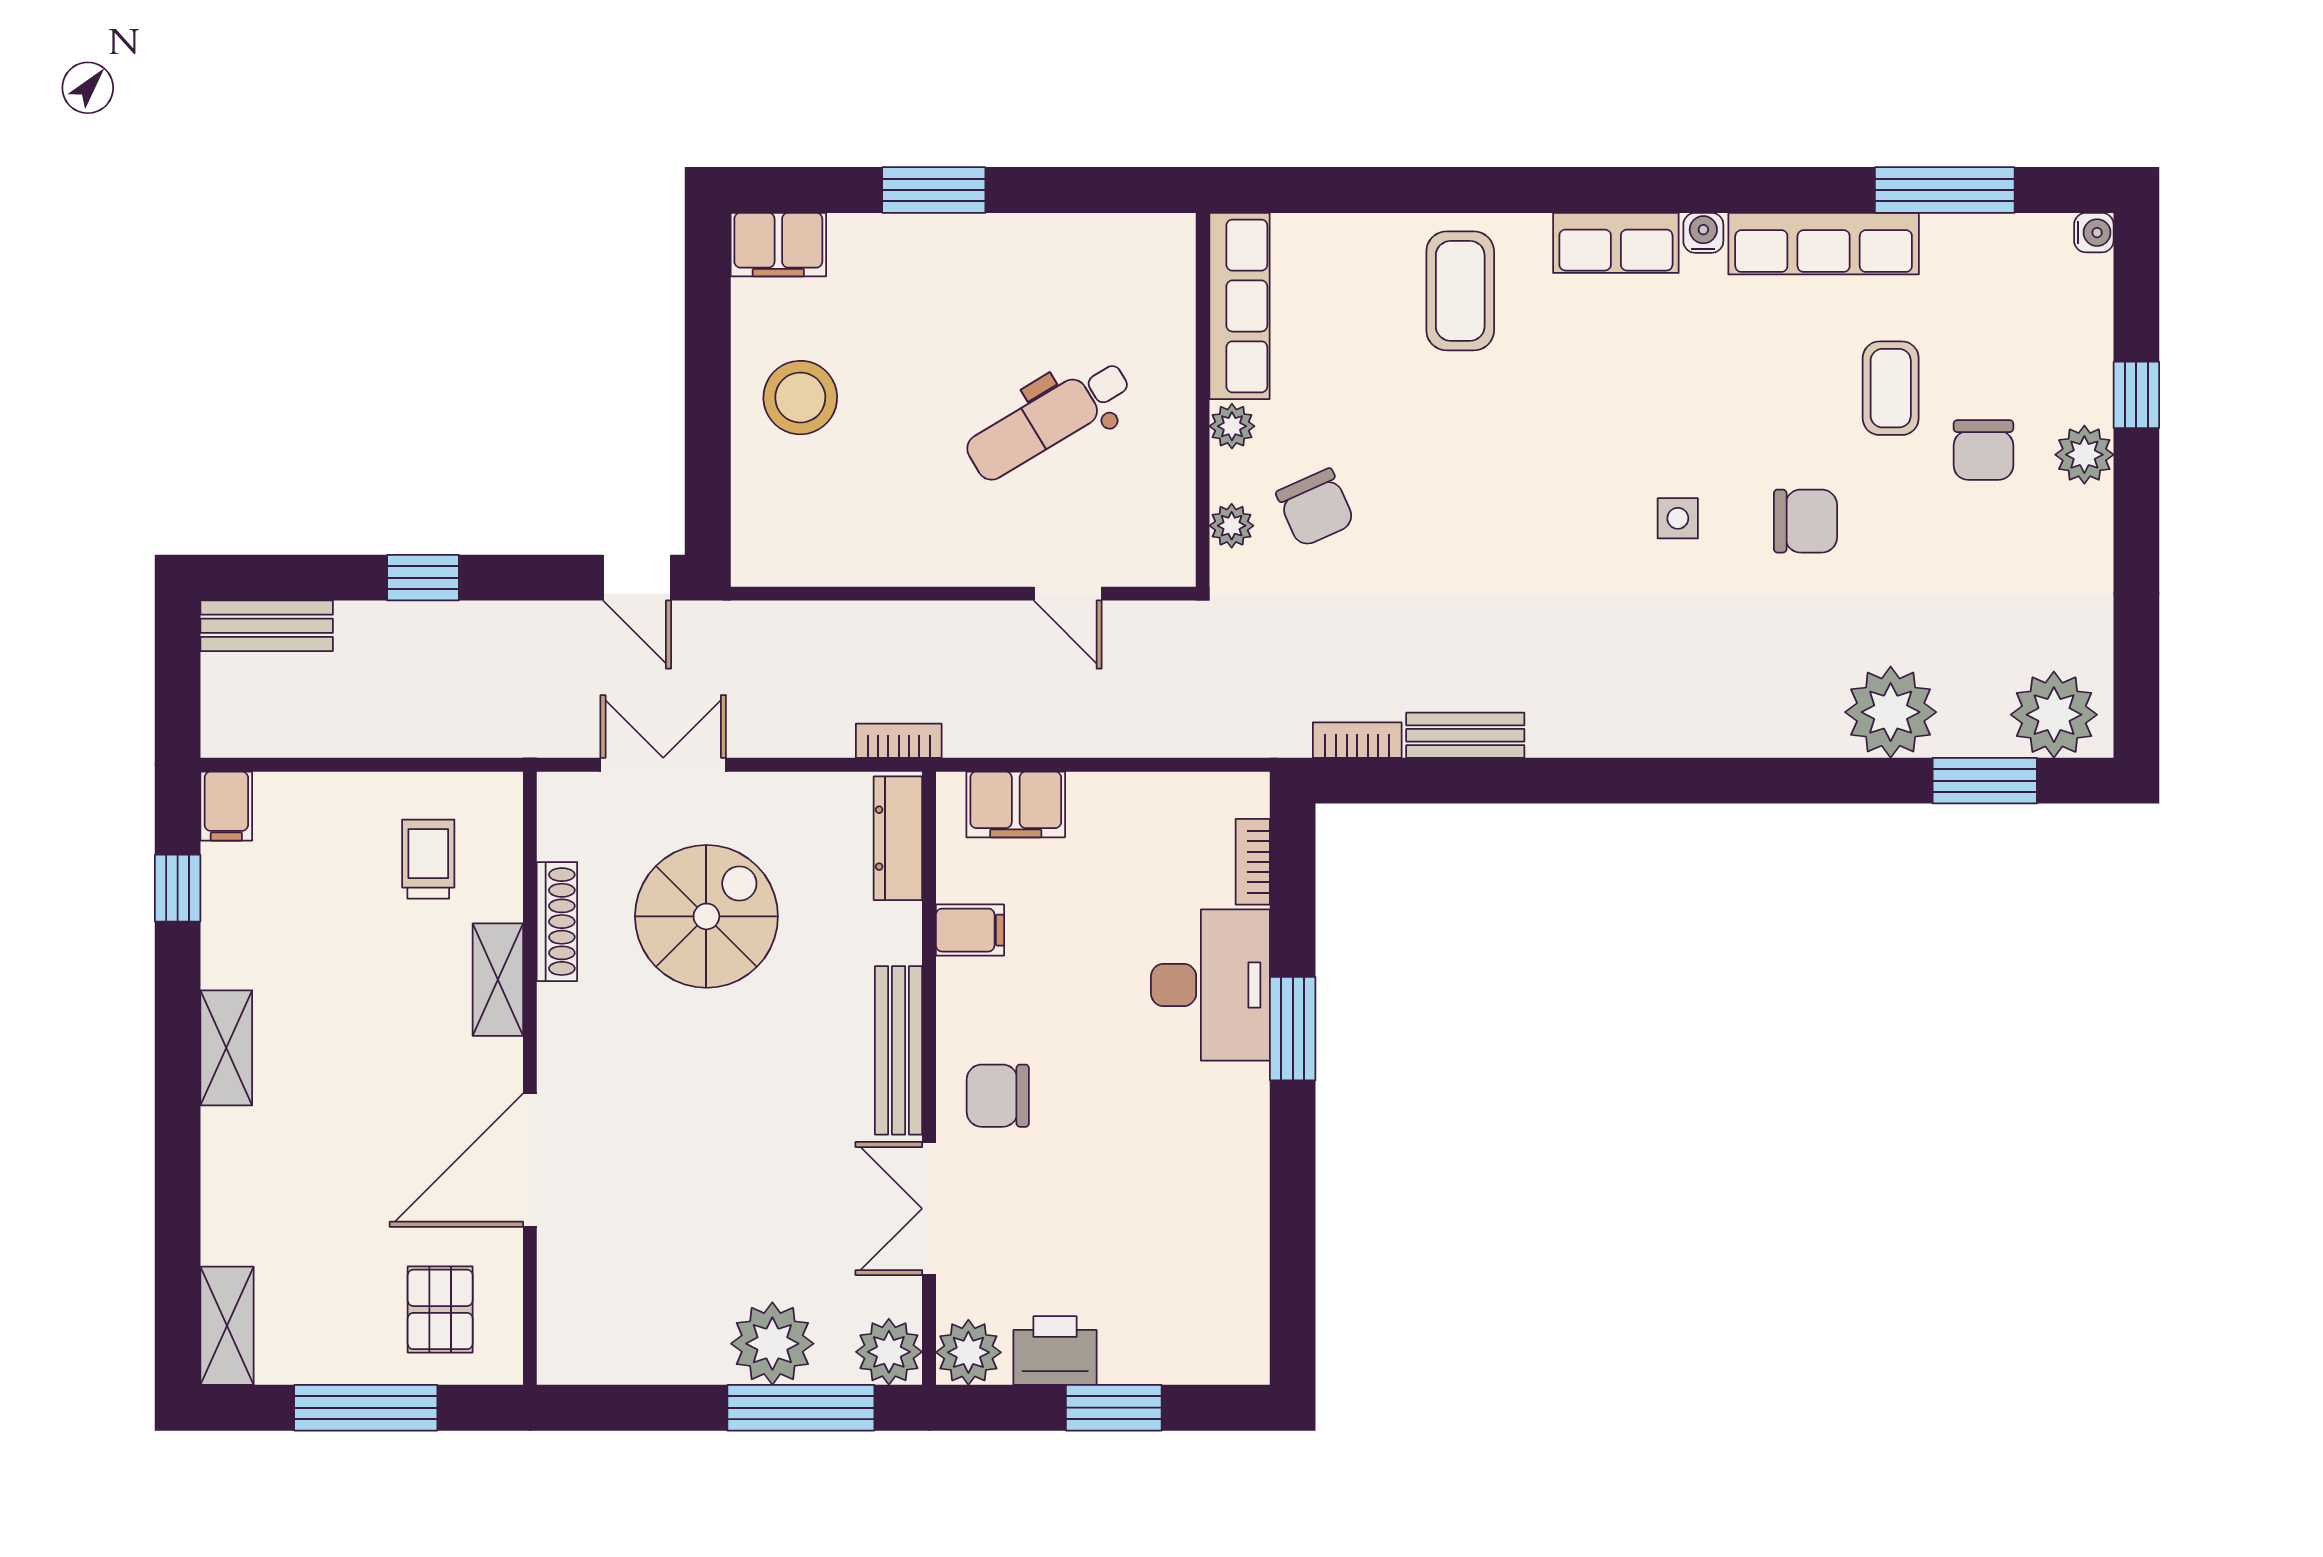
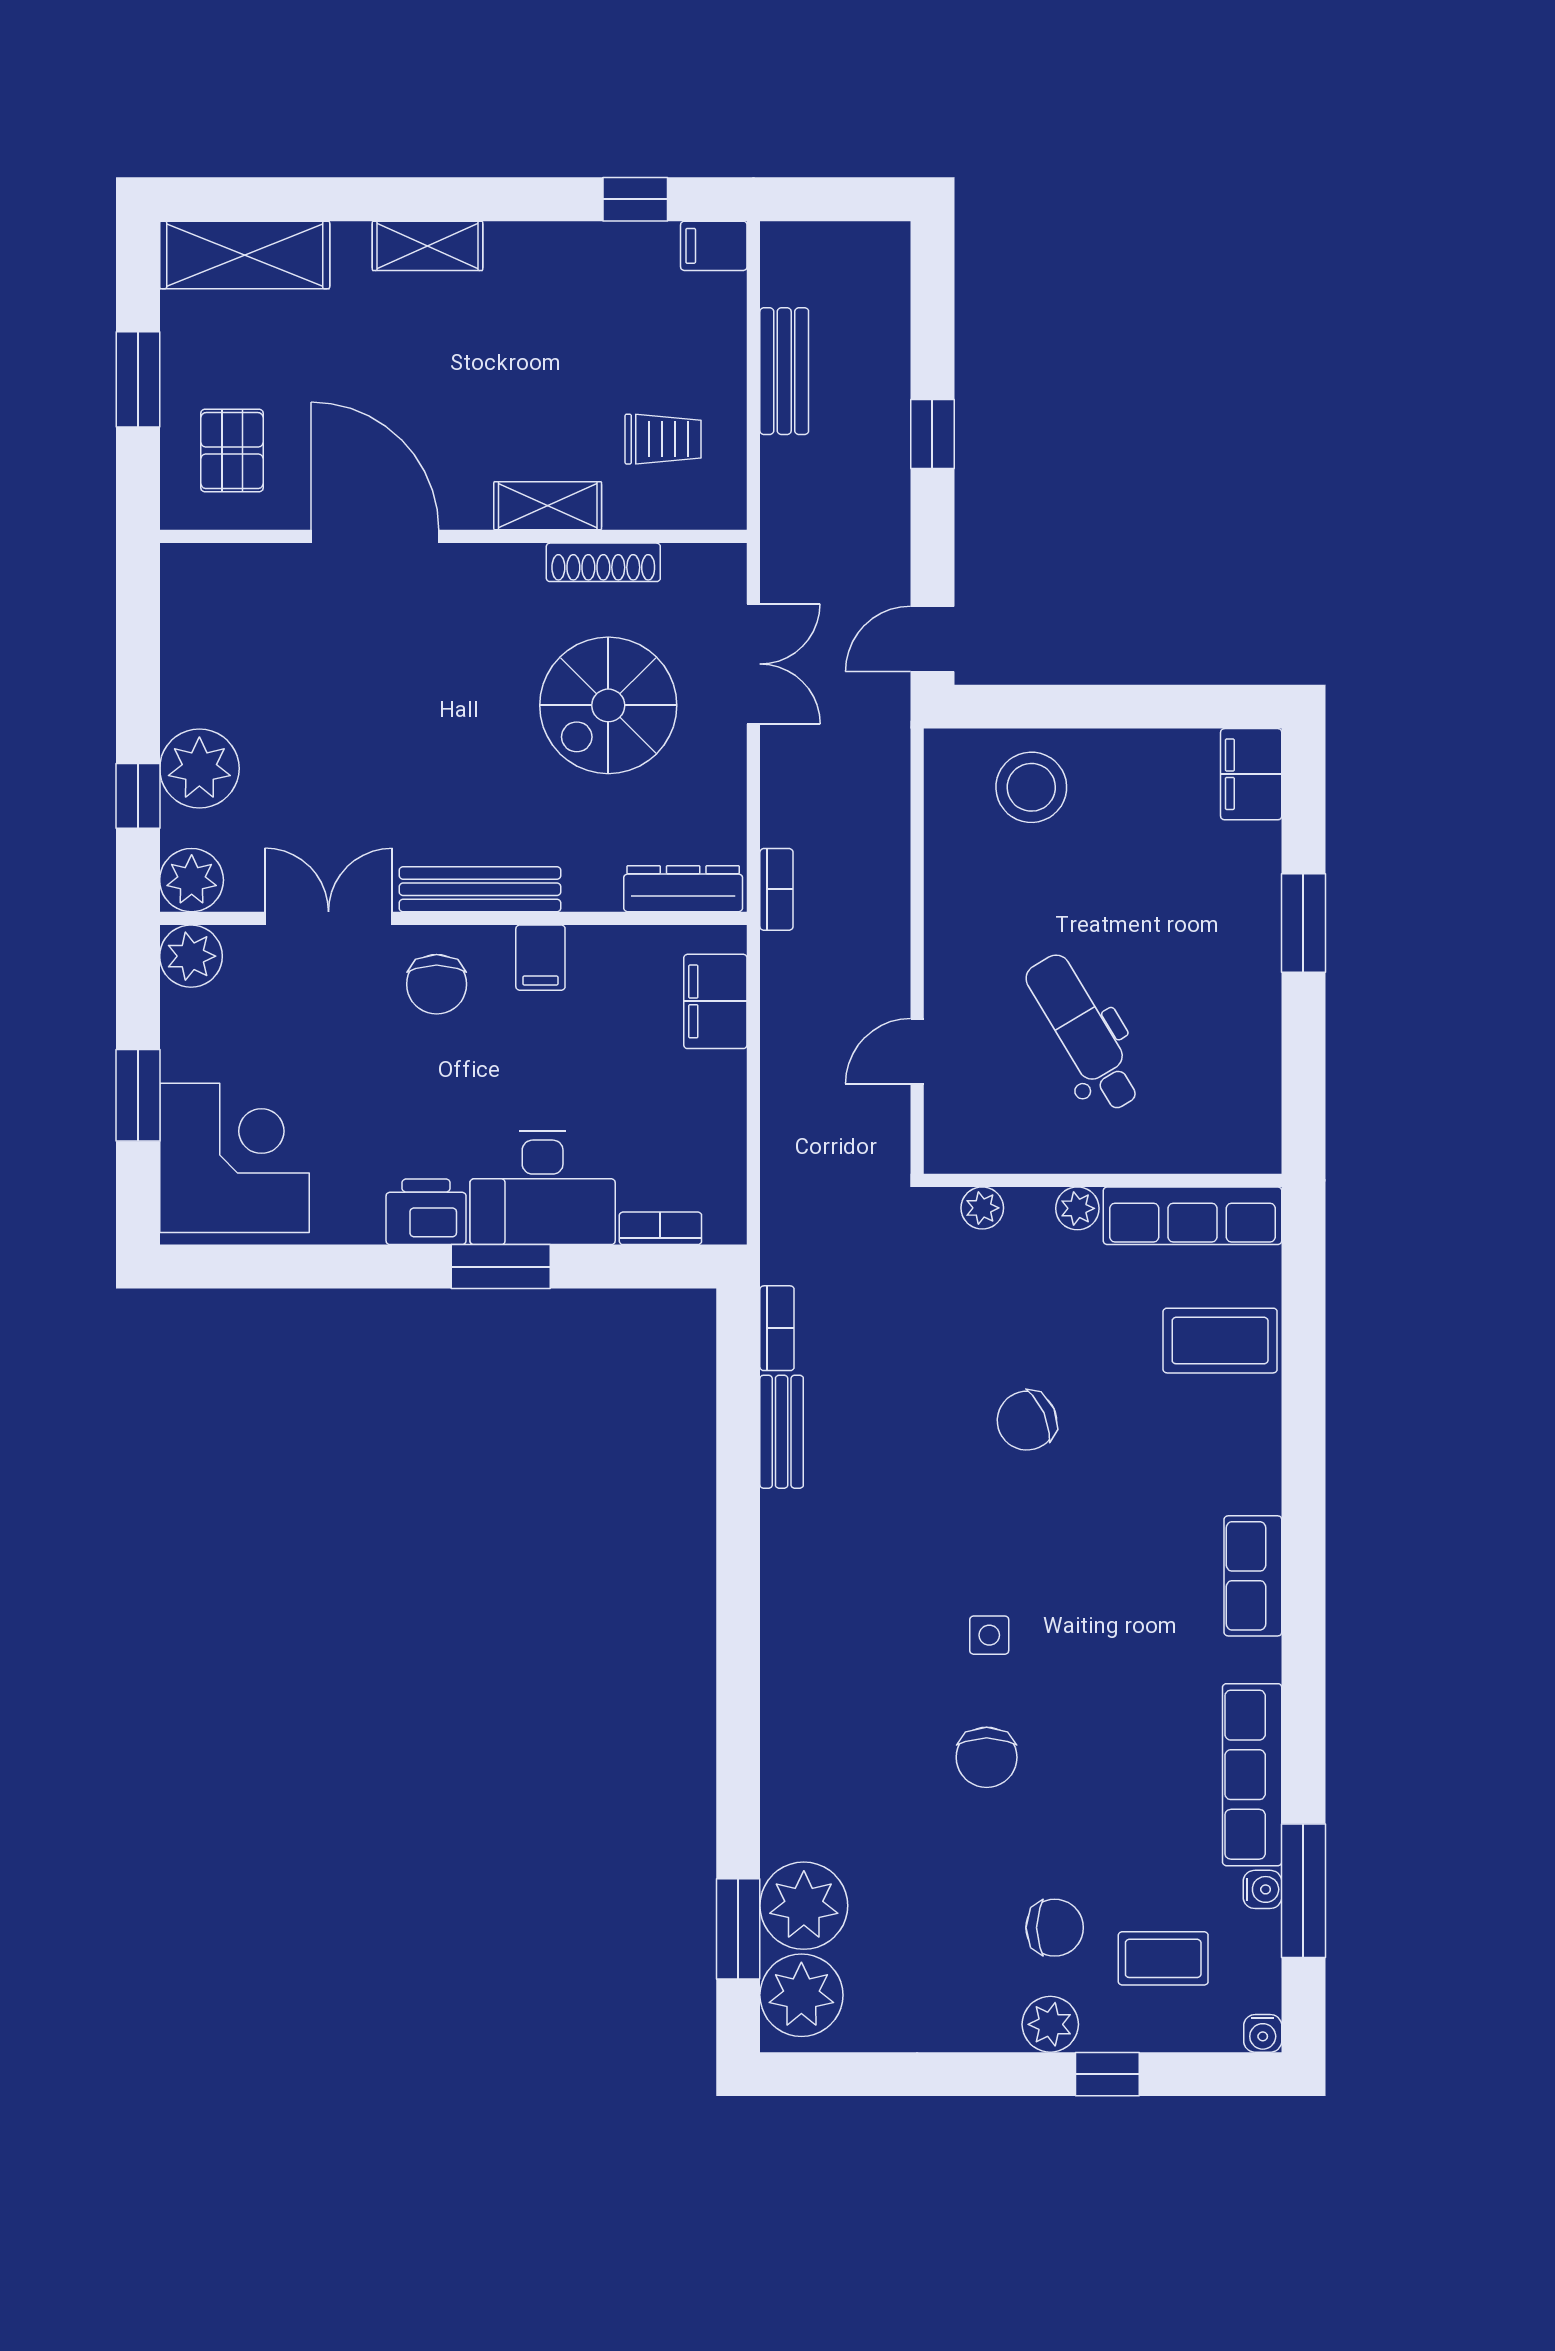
water cooler: (1703, 233) -> (1262, 1889), moved
coffee table: (1460, 291) -> (1220, 1341), moved
coffee table: (1891, 388) -> (1163, 1958), moved
stool: (800, 398) -> (1031, 787), moved
chair: (1983, 450) -> (1055, 1928), turned 180
chair: (1315, 508) -> (1027, 1421), moved
bench: (267, 626) -> (784, 371), moved
plant: (1891, 712) -> (804, 1906), moved
spiral stairs: (706, 916) -> (608, 705), turned 90
filing cabinet: (970, 930) -> (540, 958), moved
shelving: (226, 1048) -> (428, 246), moved
chair: (998, 1096) -> (437, 984), turned 180
corner desk: (1179, 1307) -> (234, 1158), added
pallet: (440, 1309) -> (232, 451), turned 90
shelving: (227, 1326) -> (245, 255), width x1.50, depth x1.33
printer: (1055, 1351) -> (426, 1212), moved, turned -90
window: (366, 1408) -> (138, 379), width x0.69
window: (801, 1408) -> (138, 796), width x0.46

